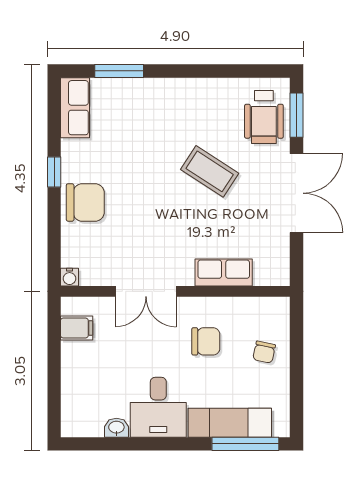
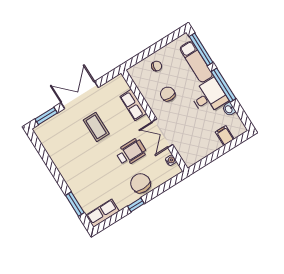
wheelchair: (264, 117) -> (131, 152), moved
coffee table: (210, 171) -> (96, 127), moved, turned -33
water cooler: (70, 277) -> (171, 160), moved
double door: (146, 291) -> (162, 133), swing flipped
filing cabinet: (77, 328) -> (225, 136), moved
window: (162, 444) -> (223, 85), added

